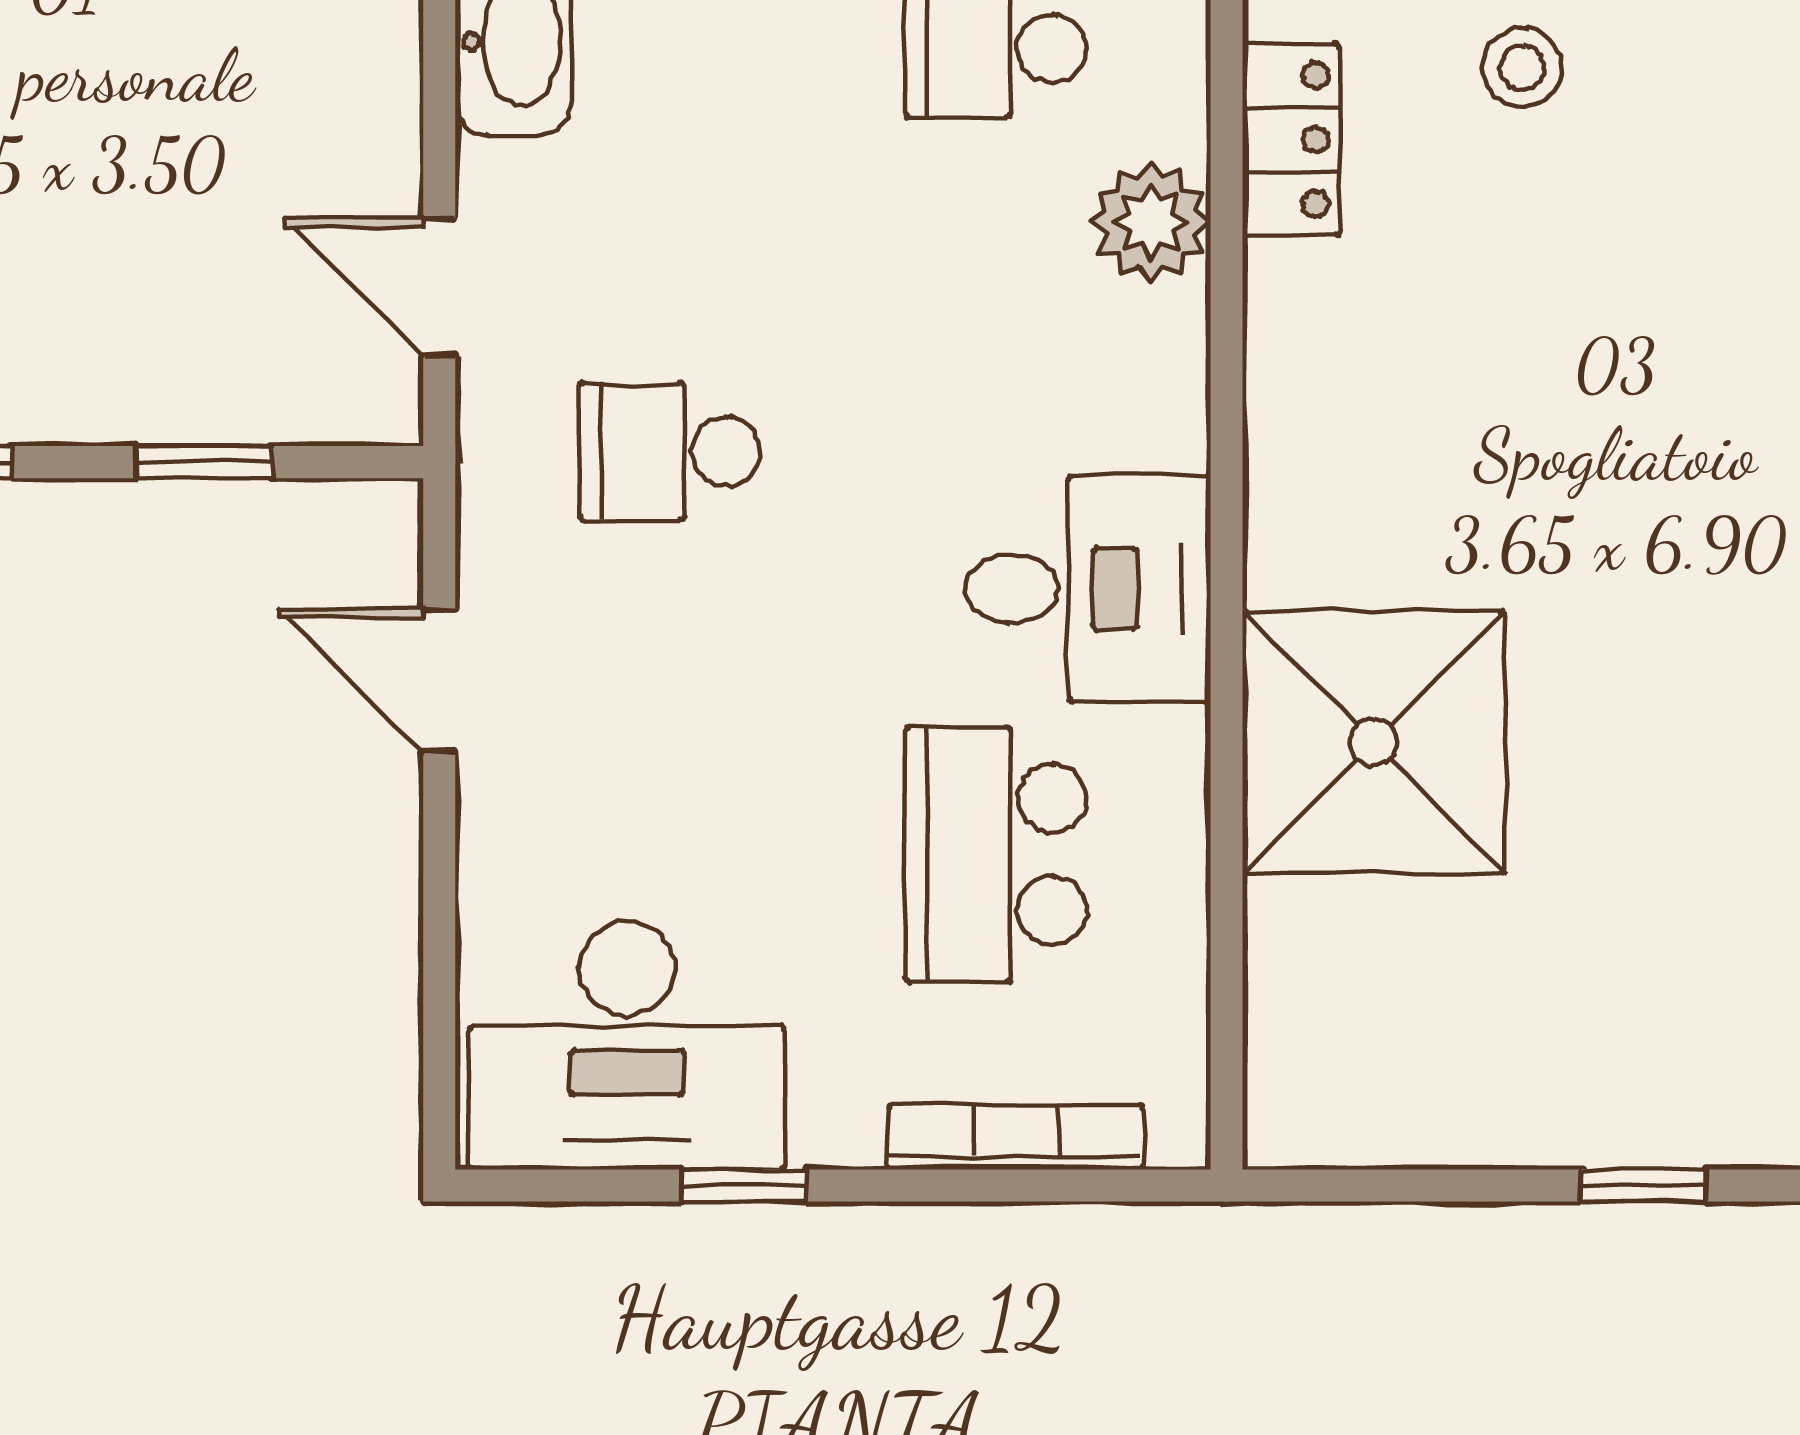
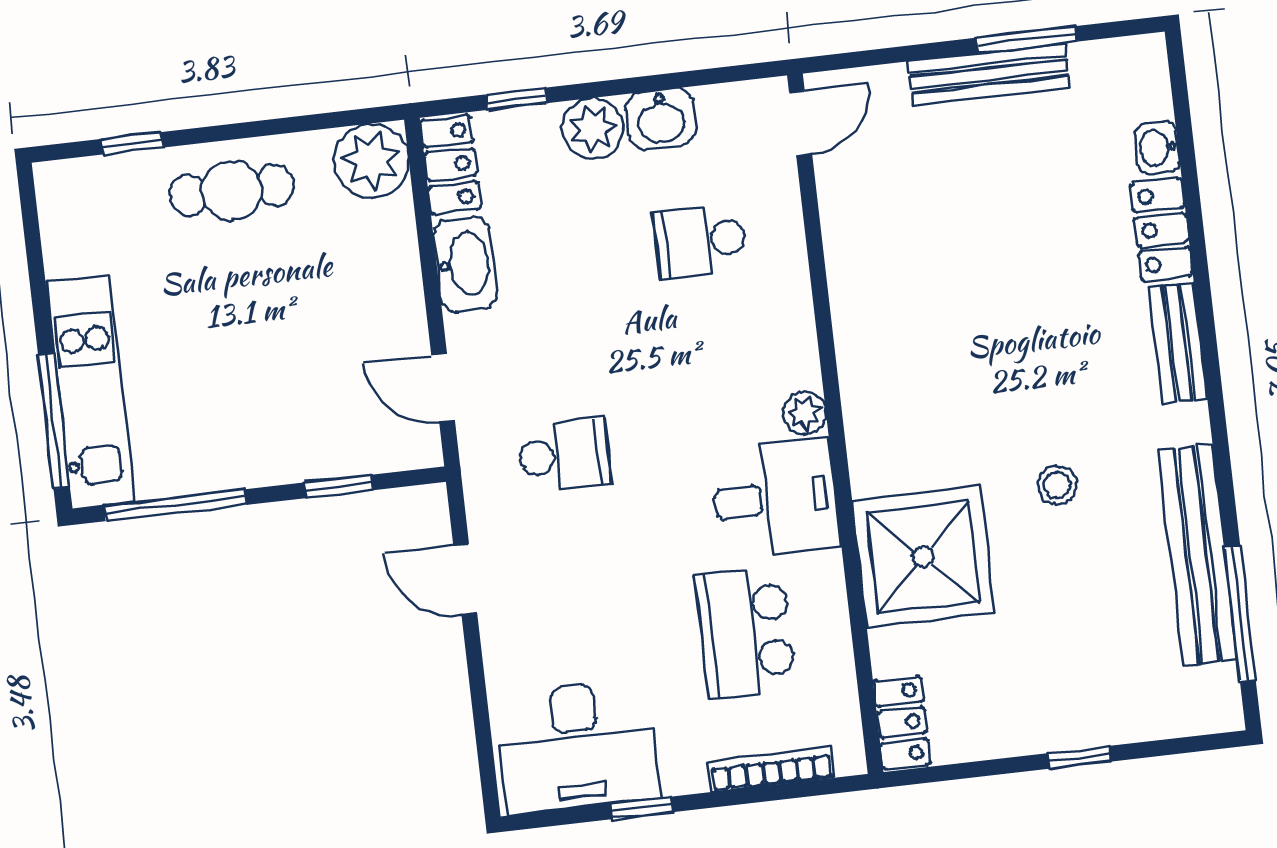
stool: (1522, 68) -> (1057, 485), moved
locker: (1291, 140) -> (902, 723), moved
plant: (1151, 222) -> (805, 413), moved, width x0.73, depth x0.73
school desk: (670, 451) -> (565, 455), turned 180

